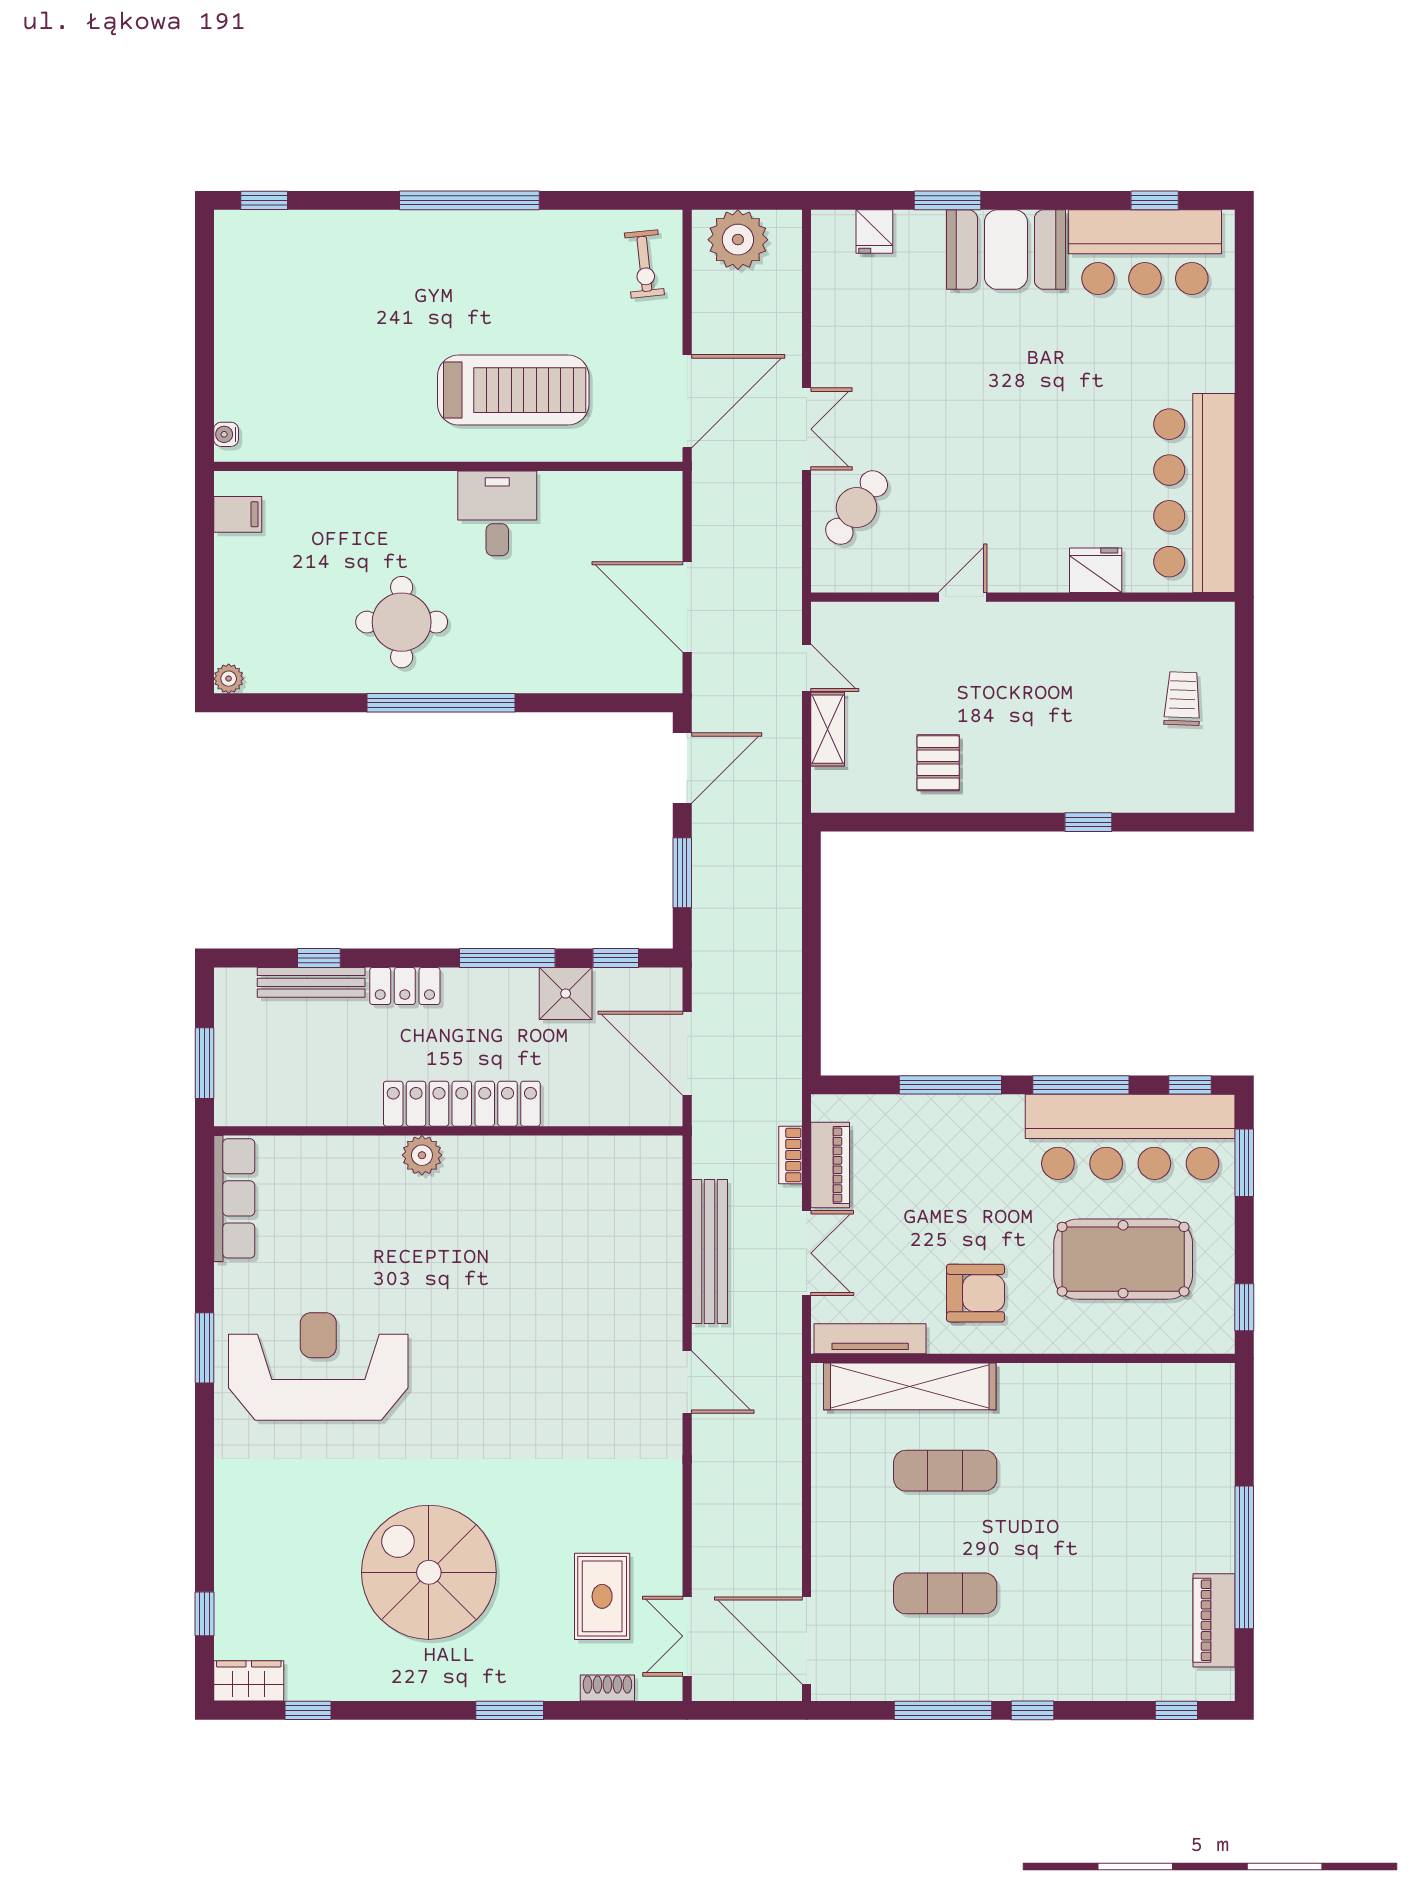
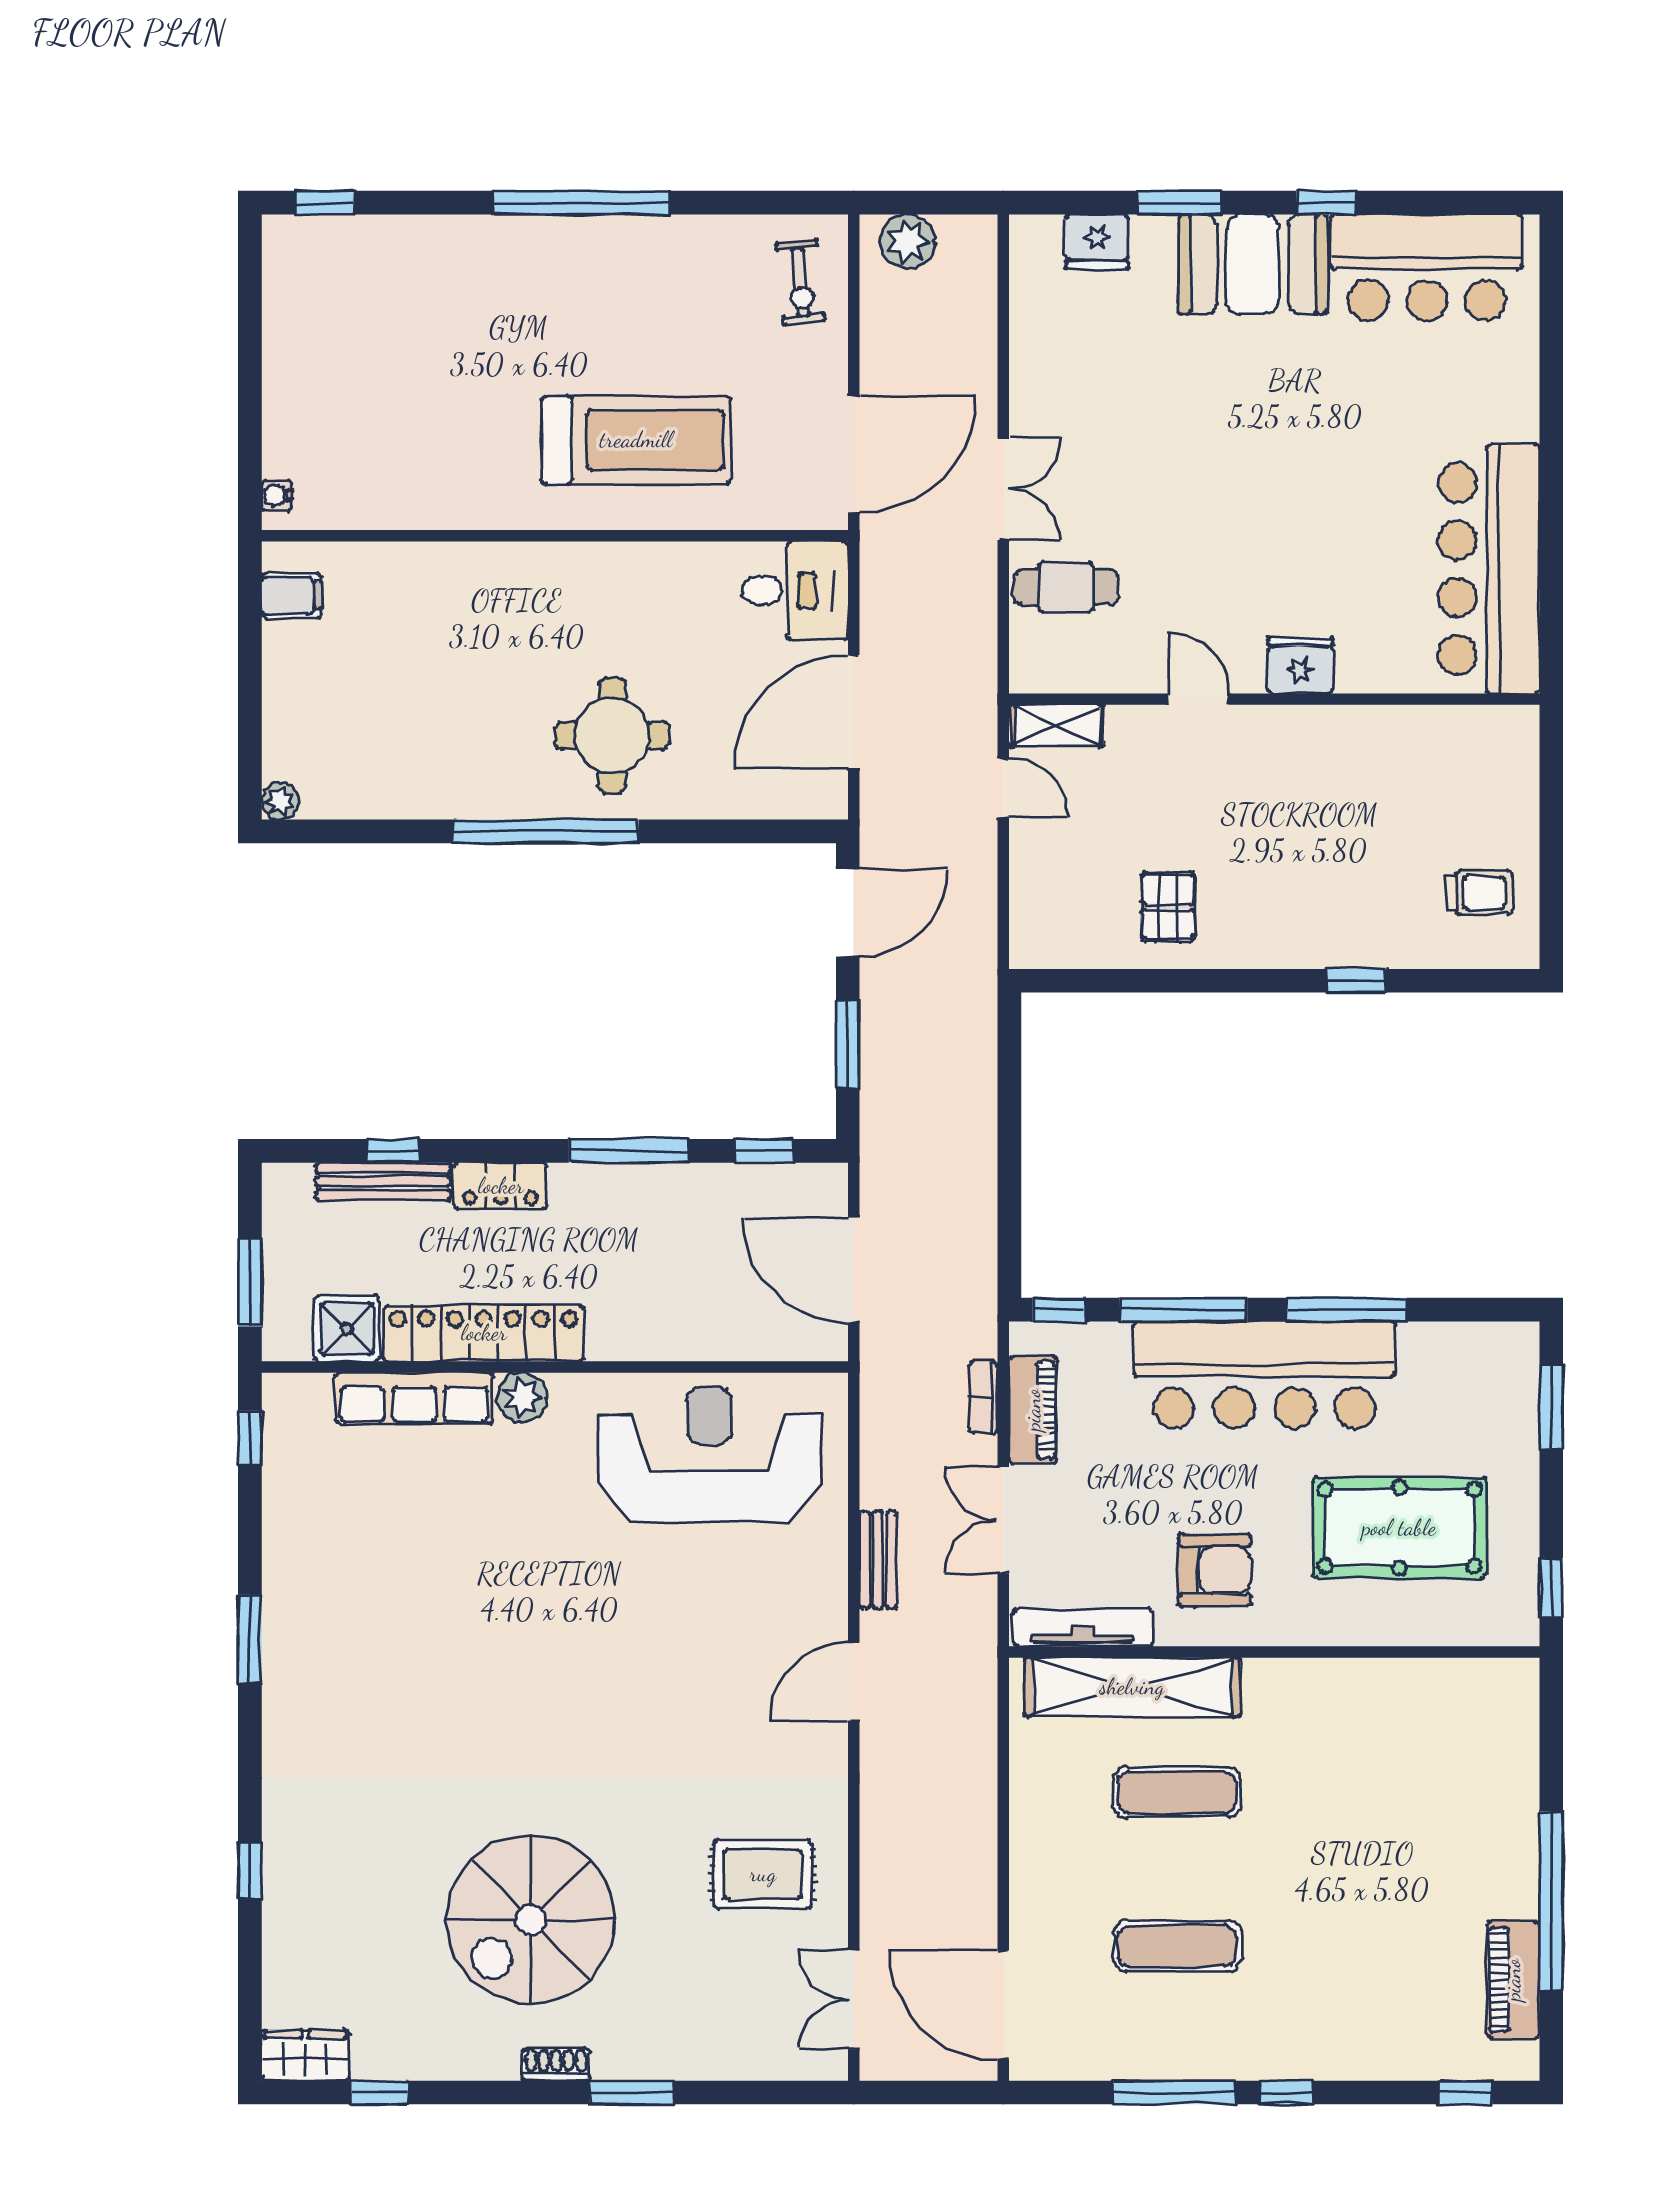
window: (1155, 200) -> (1326, 203), moved
fridge: (874, 231) -> (1097, 242), width x1.38
plant: (738, 240) -> (907, 242), width x0.73, depth x0.73
cafe table: (857, 508) -> (1066, 587), turned 54
desk: (497, 513) -> (795, 591), moved, turned 90
fridge: (1096, 570) -> (1301, 666), moved
door: (963, 597) -> (1199, 699), hinge flipped
door: (687, 607) -> (854, 711), hinge flipped
round table: (402, 622) -> (612, 735), moved
trolley: (1182, 699) -> (1479, 893), moved, turned 88
shelving: (828, 729) -> (1057, 726), moved, turned 90
shower: (566, 994) -> (347, 1329), moved
window: (1190, 1085) -> (1059, 1310), moved
locker: (462, 1104) -> (484, 1333), moved
bar counter: (1130, 1137) -> (1264, 1375), moved
window: (205, 1188) -> (250, 1438), added
row of seats: (234, 1198) -> (414, 1398), moved, turned 90
bench: (710, 1252) -> (878, 1560), width x0.54, depth x0.82
double door: (807, 1253) -> (1003, 1520), swing flipped
reception desk: (318, 1366) -> (709, 1455), moved
door: (687, 1382) -> (854, 1682), swing flipped
spiral stairs: (429, 1572) -> (531, 1920), turned -90
rug: (602, 1596) -> (763, 1874), moved, turned 90
window: (205, 1614) -> (250, 1870), moved
shoe rack: (607, 1688) -> (556, 2064), moved

